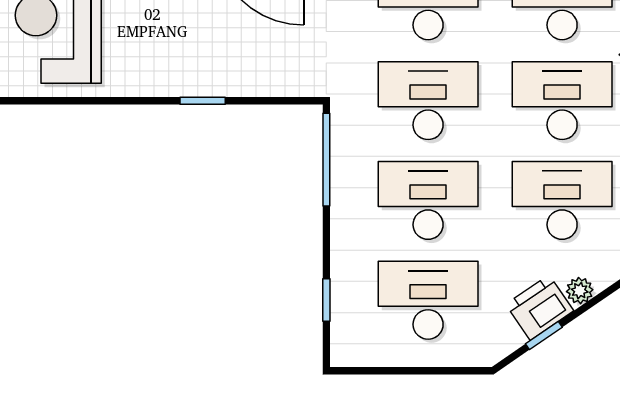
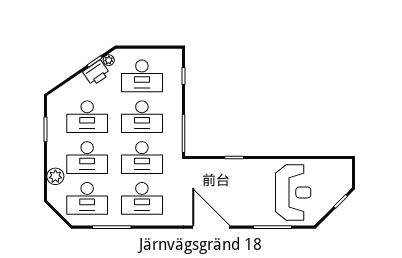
plant: (580, 291) -> (109, 60), moved

